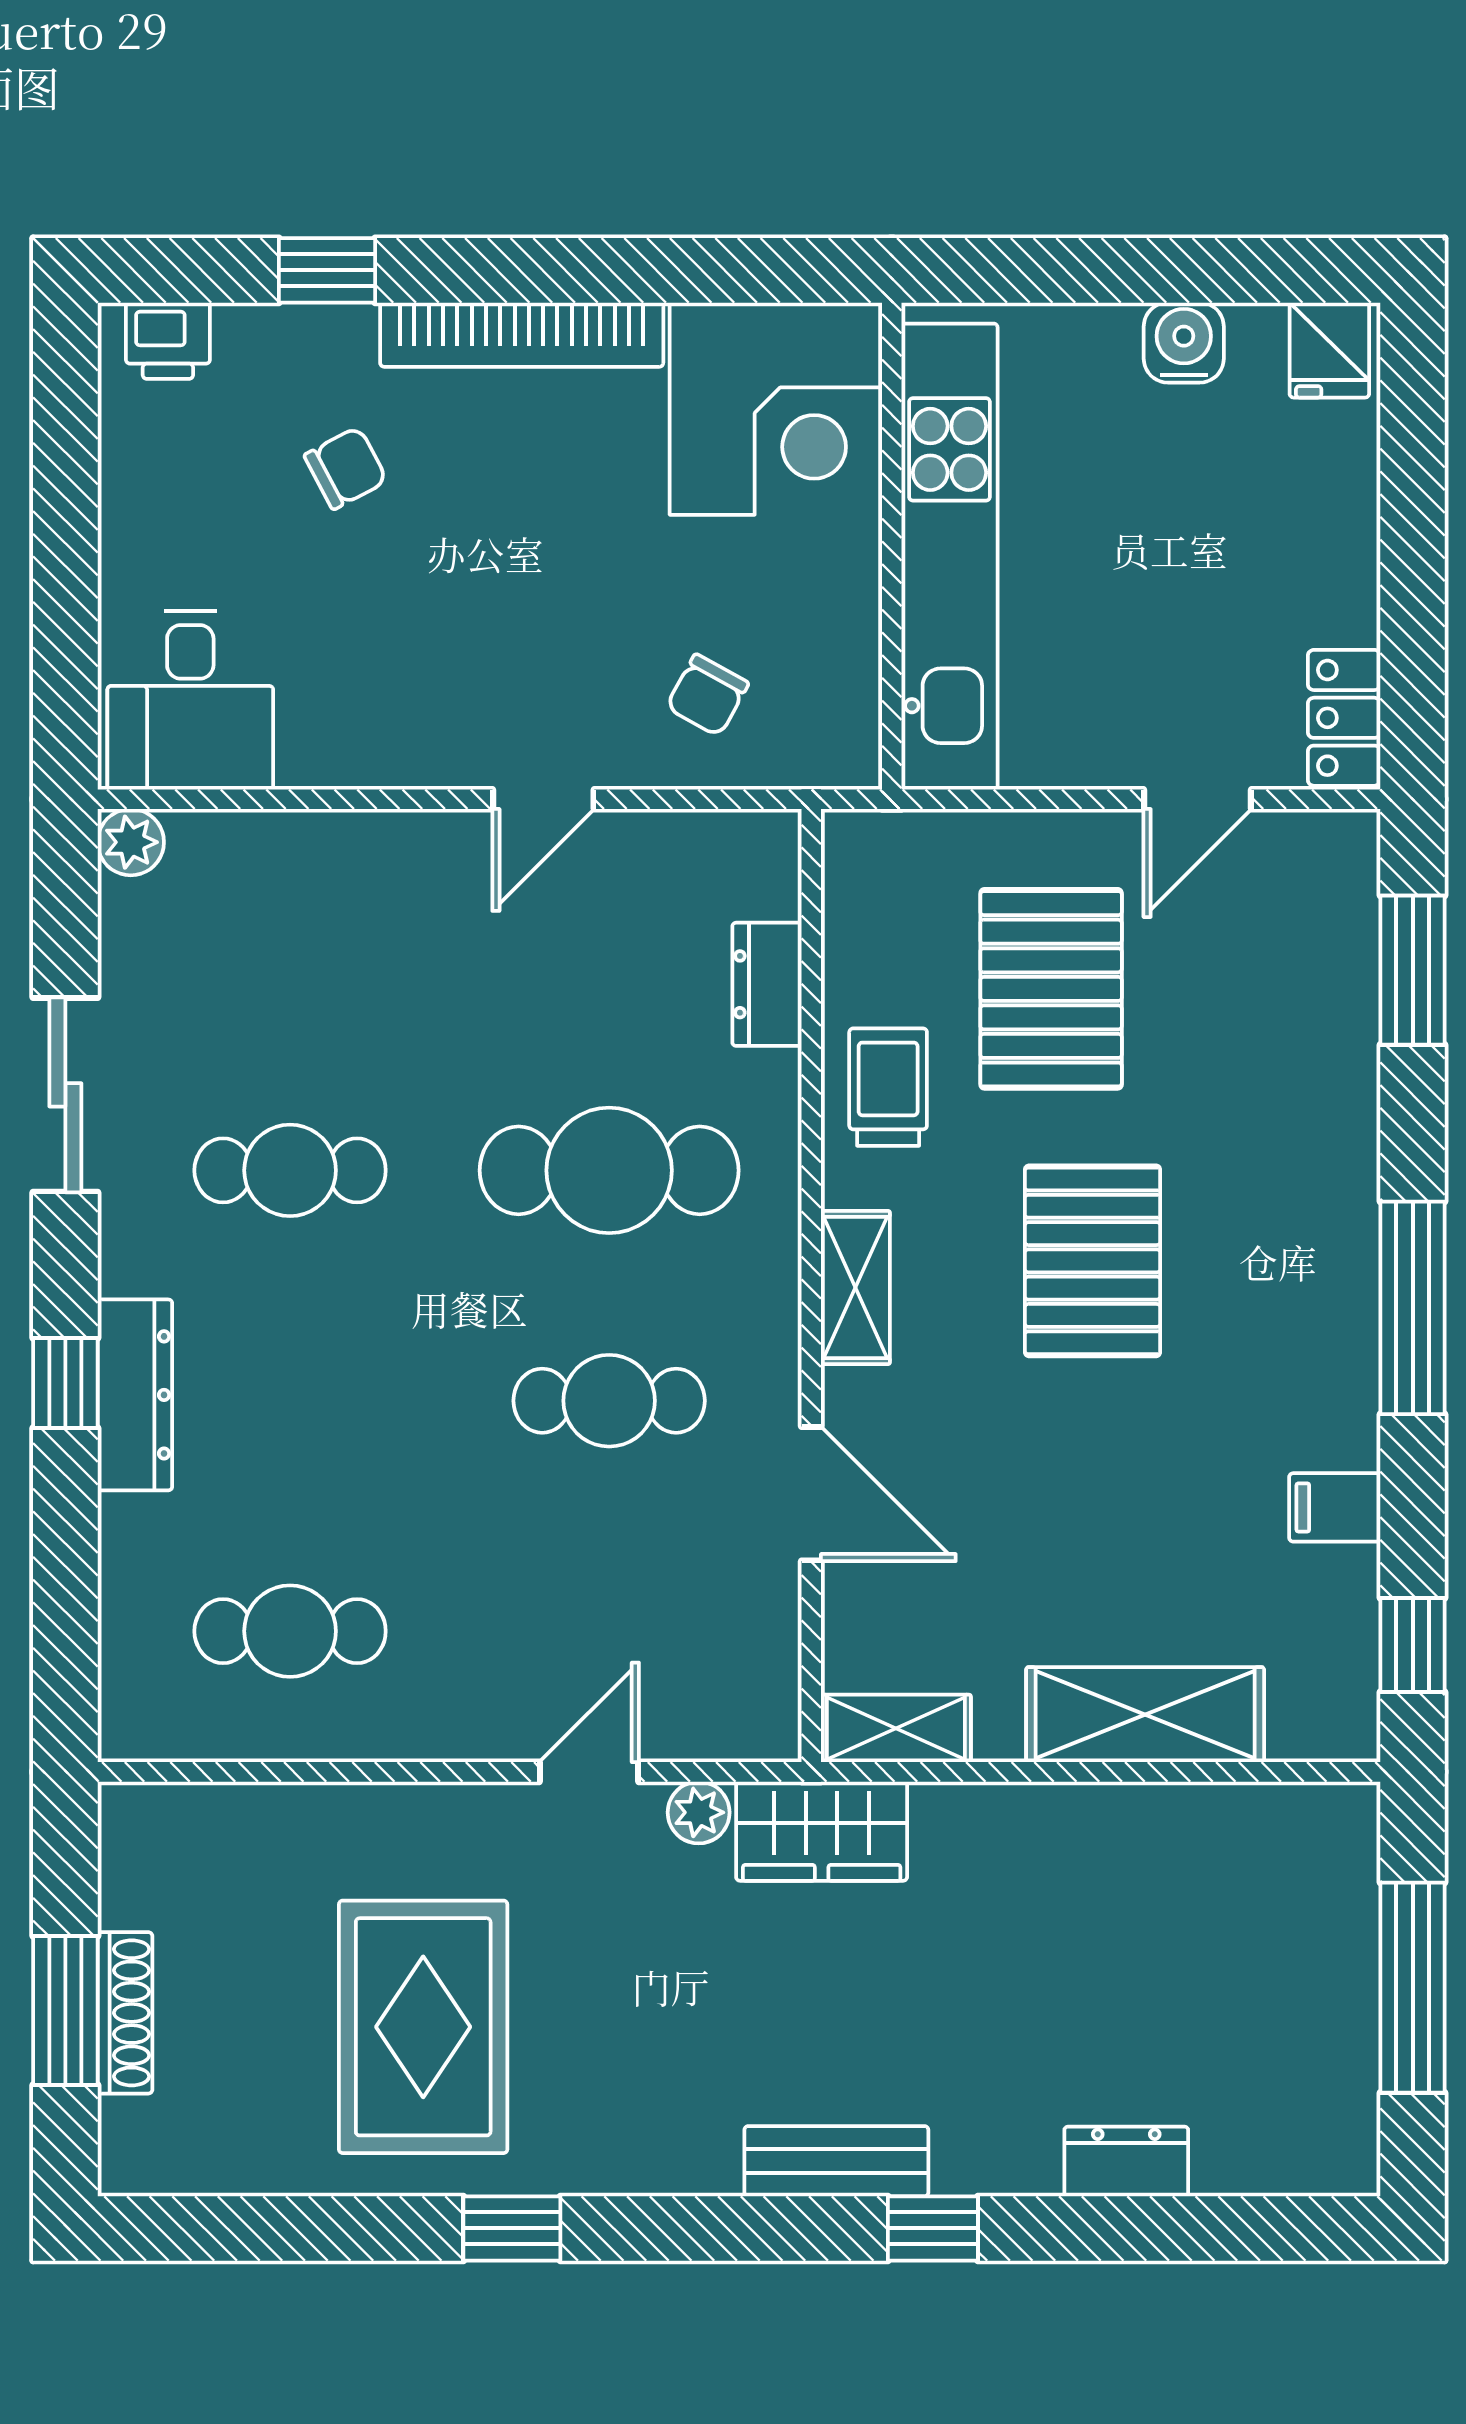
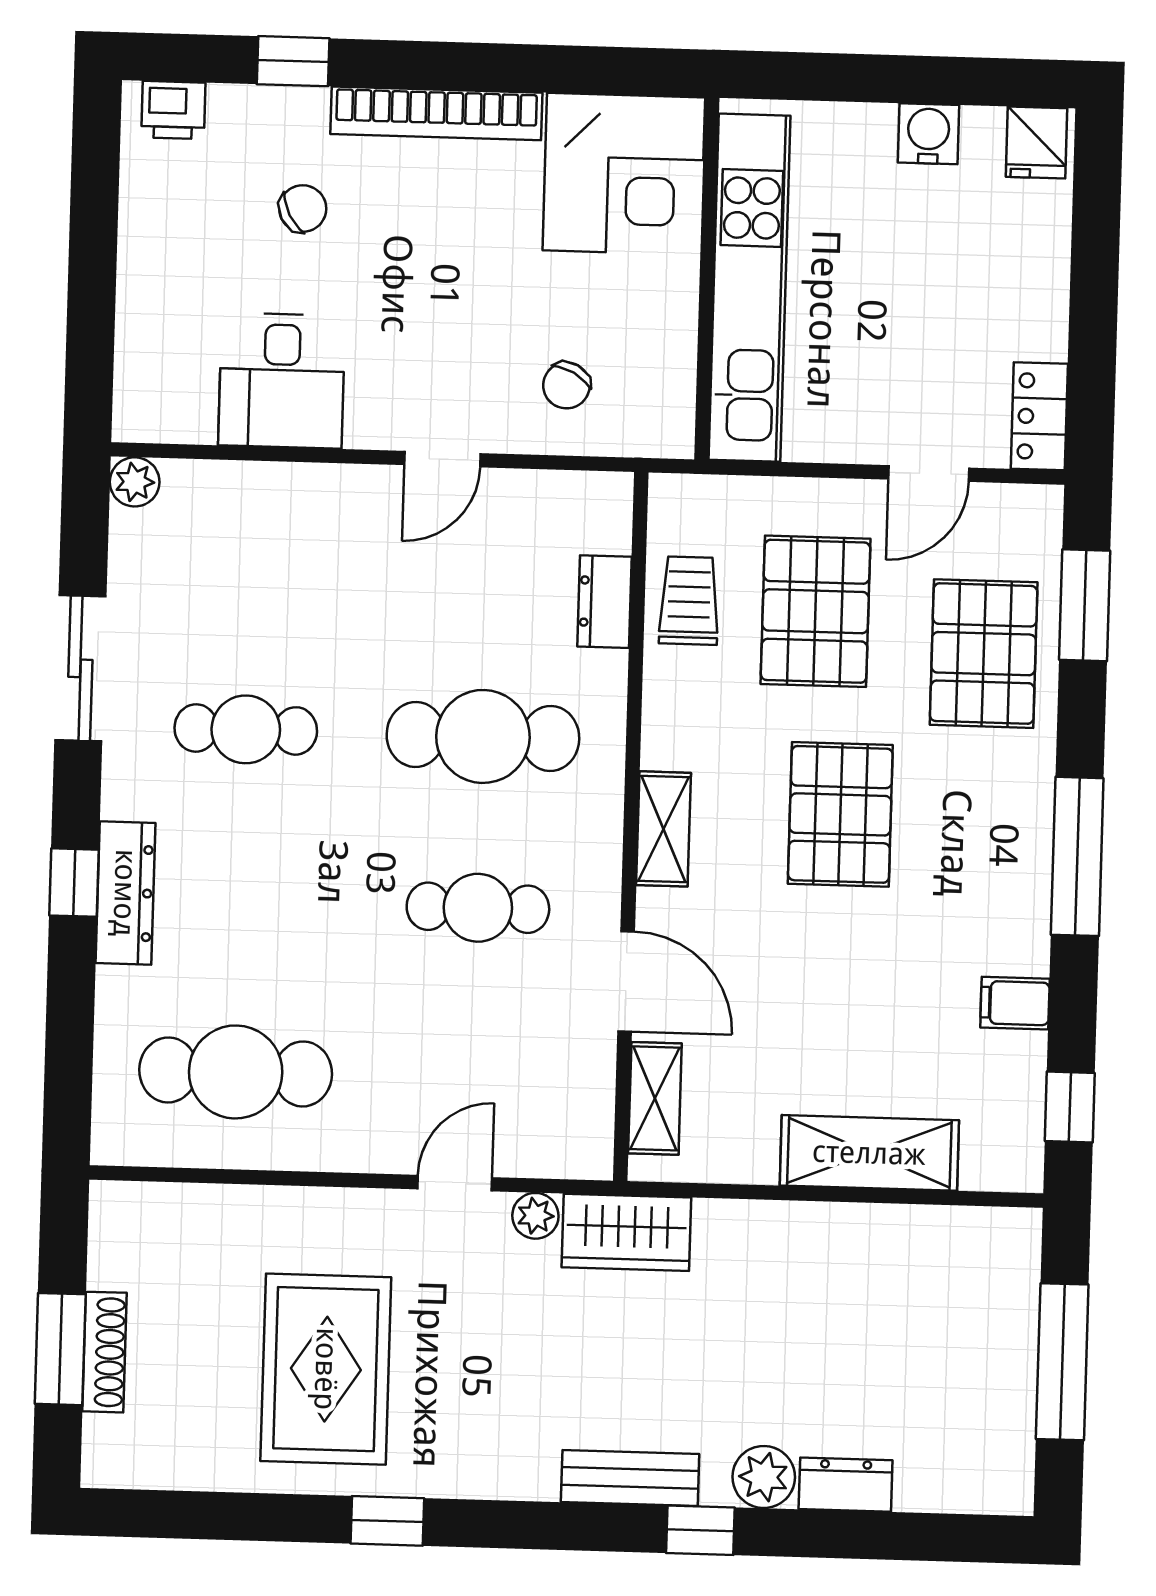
desk: (190, 700) -> (282, 381), moved
pallet: (1279, 1039) -> (984, 654), added
trolley: (888, 1087) -> (689, 601), moved
cafe table: (290, 1631) -> (236, 1072), width x1.37, depth x1.35
shelving: (896, 1728) -> (655, 1098), moved, turned 90
plant: (1016, 2154) -> (764, 1477), added

